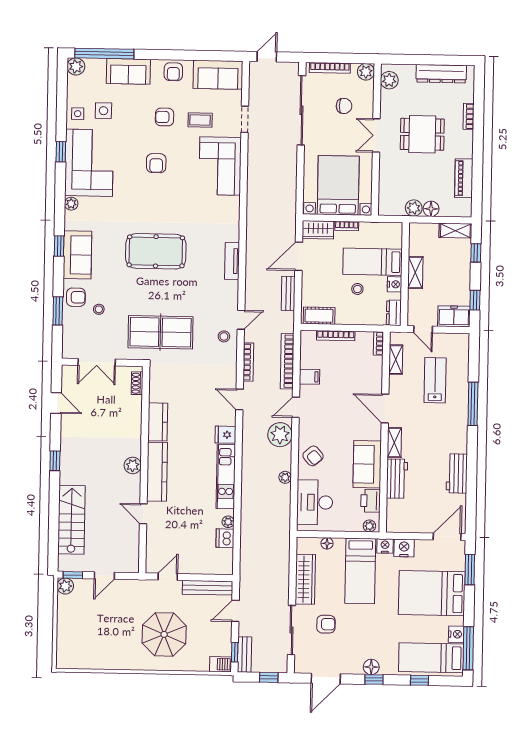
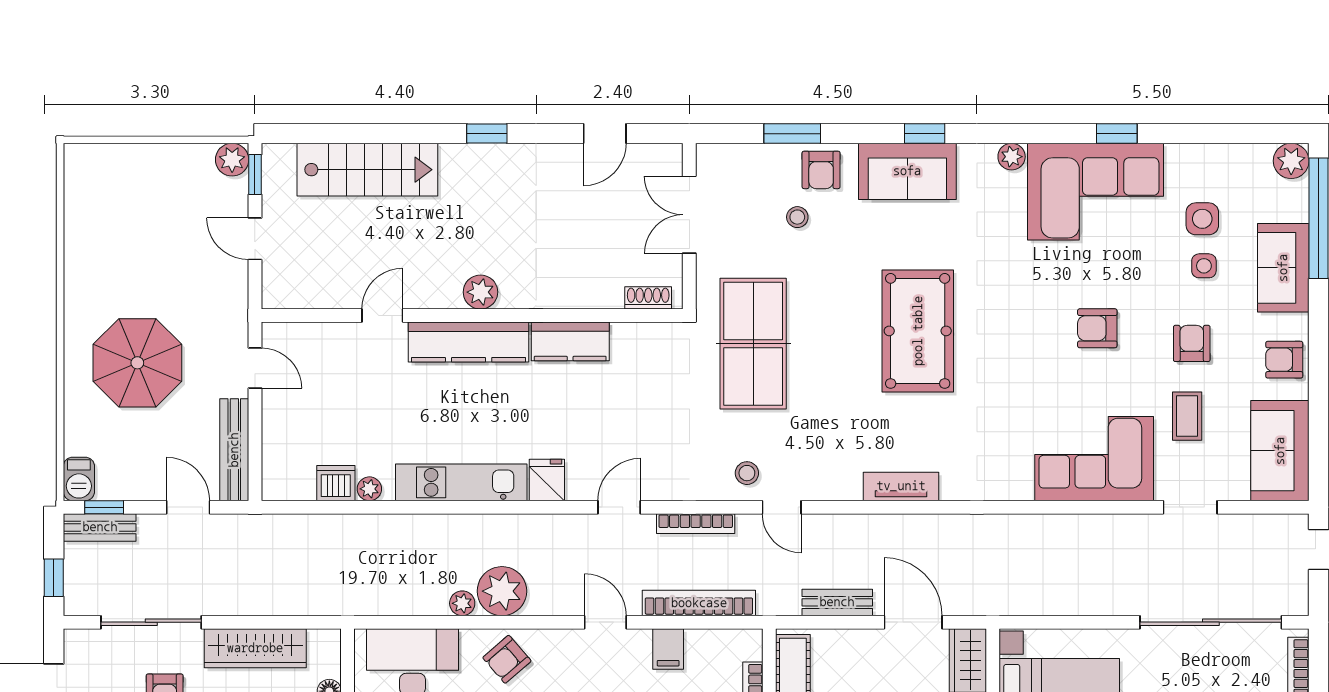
side table: (78, 114) -> (1204, 266), moved
plant: (280, 435) -> (502, 591), moved

